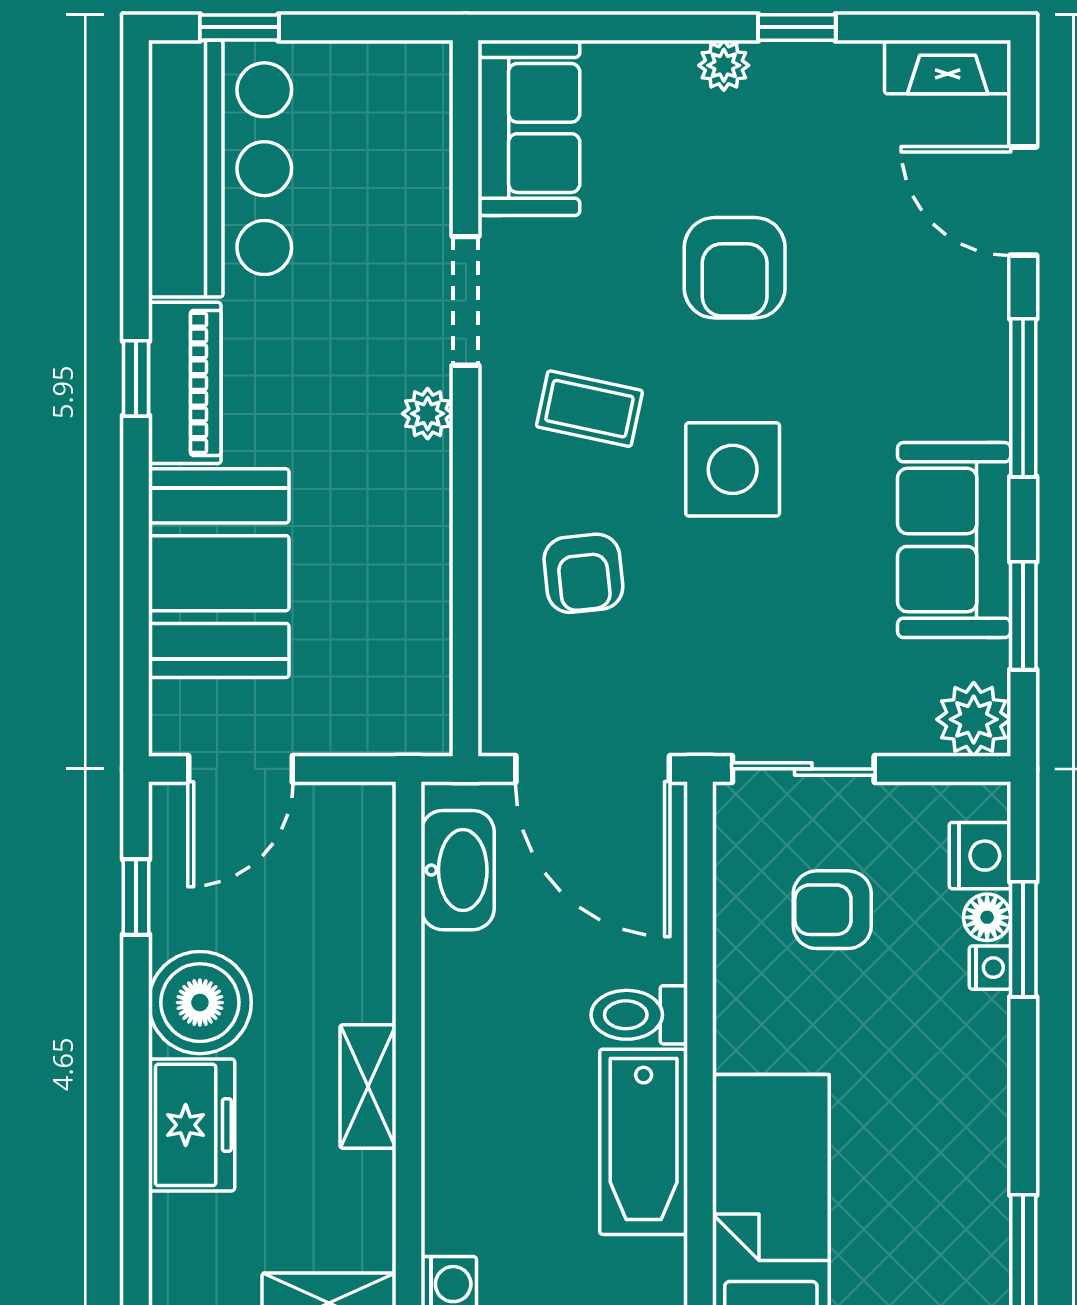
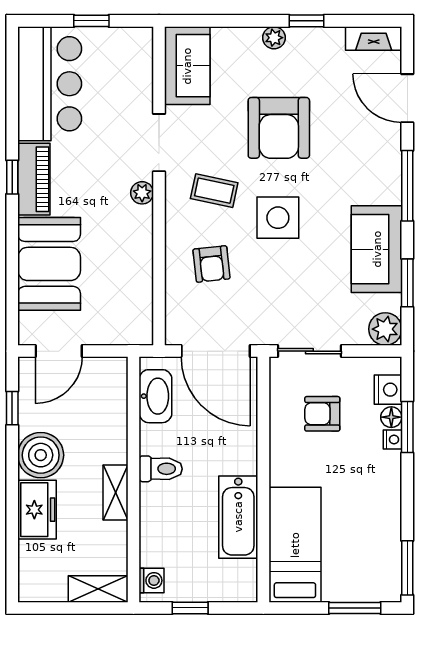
window: (239, 27) -> (91, 21), moved
armchair: (735, 268) -> (279, 128), width x1.36, depth x1.36
toilet: (639, 1015) -> (161, 469), moved, turned 180

